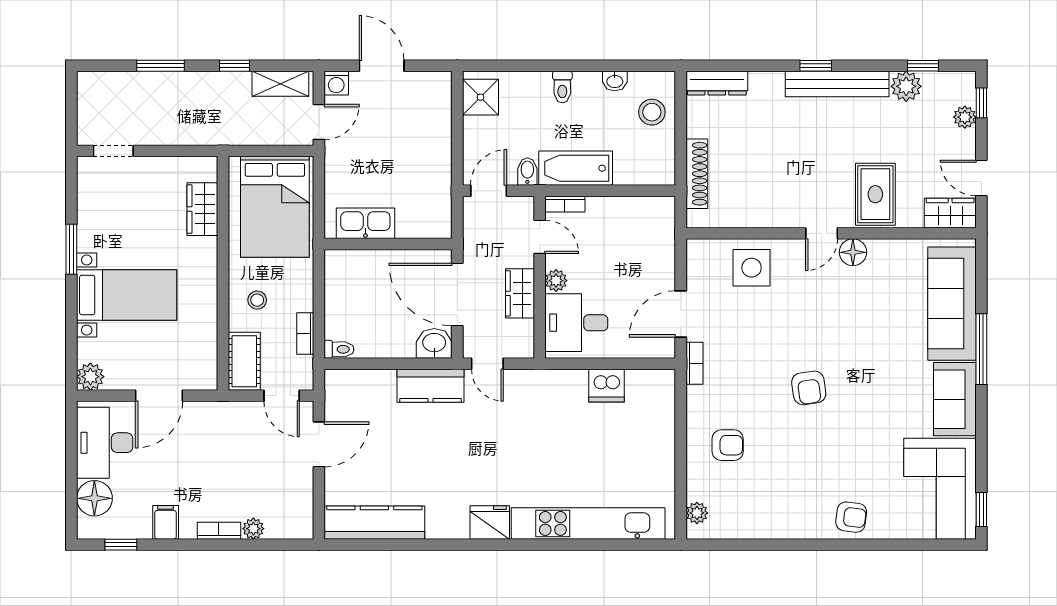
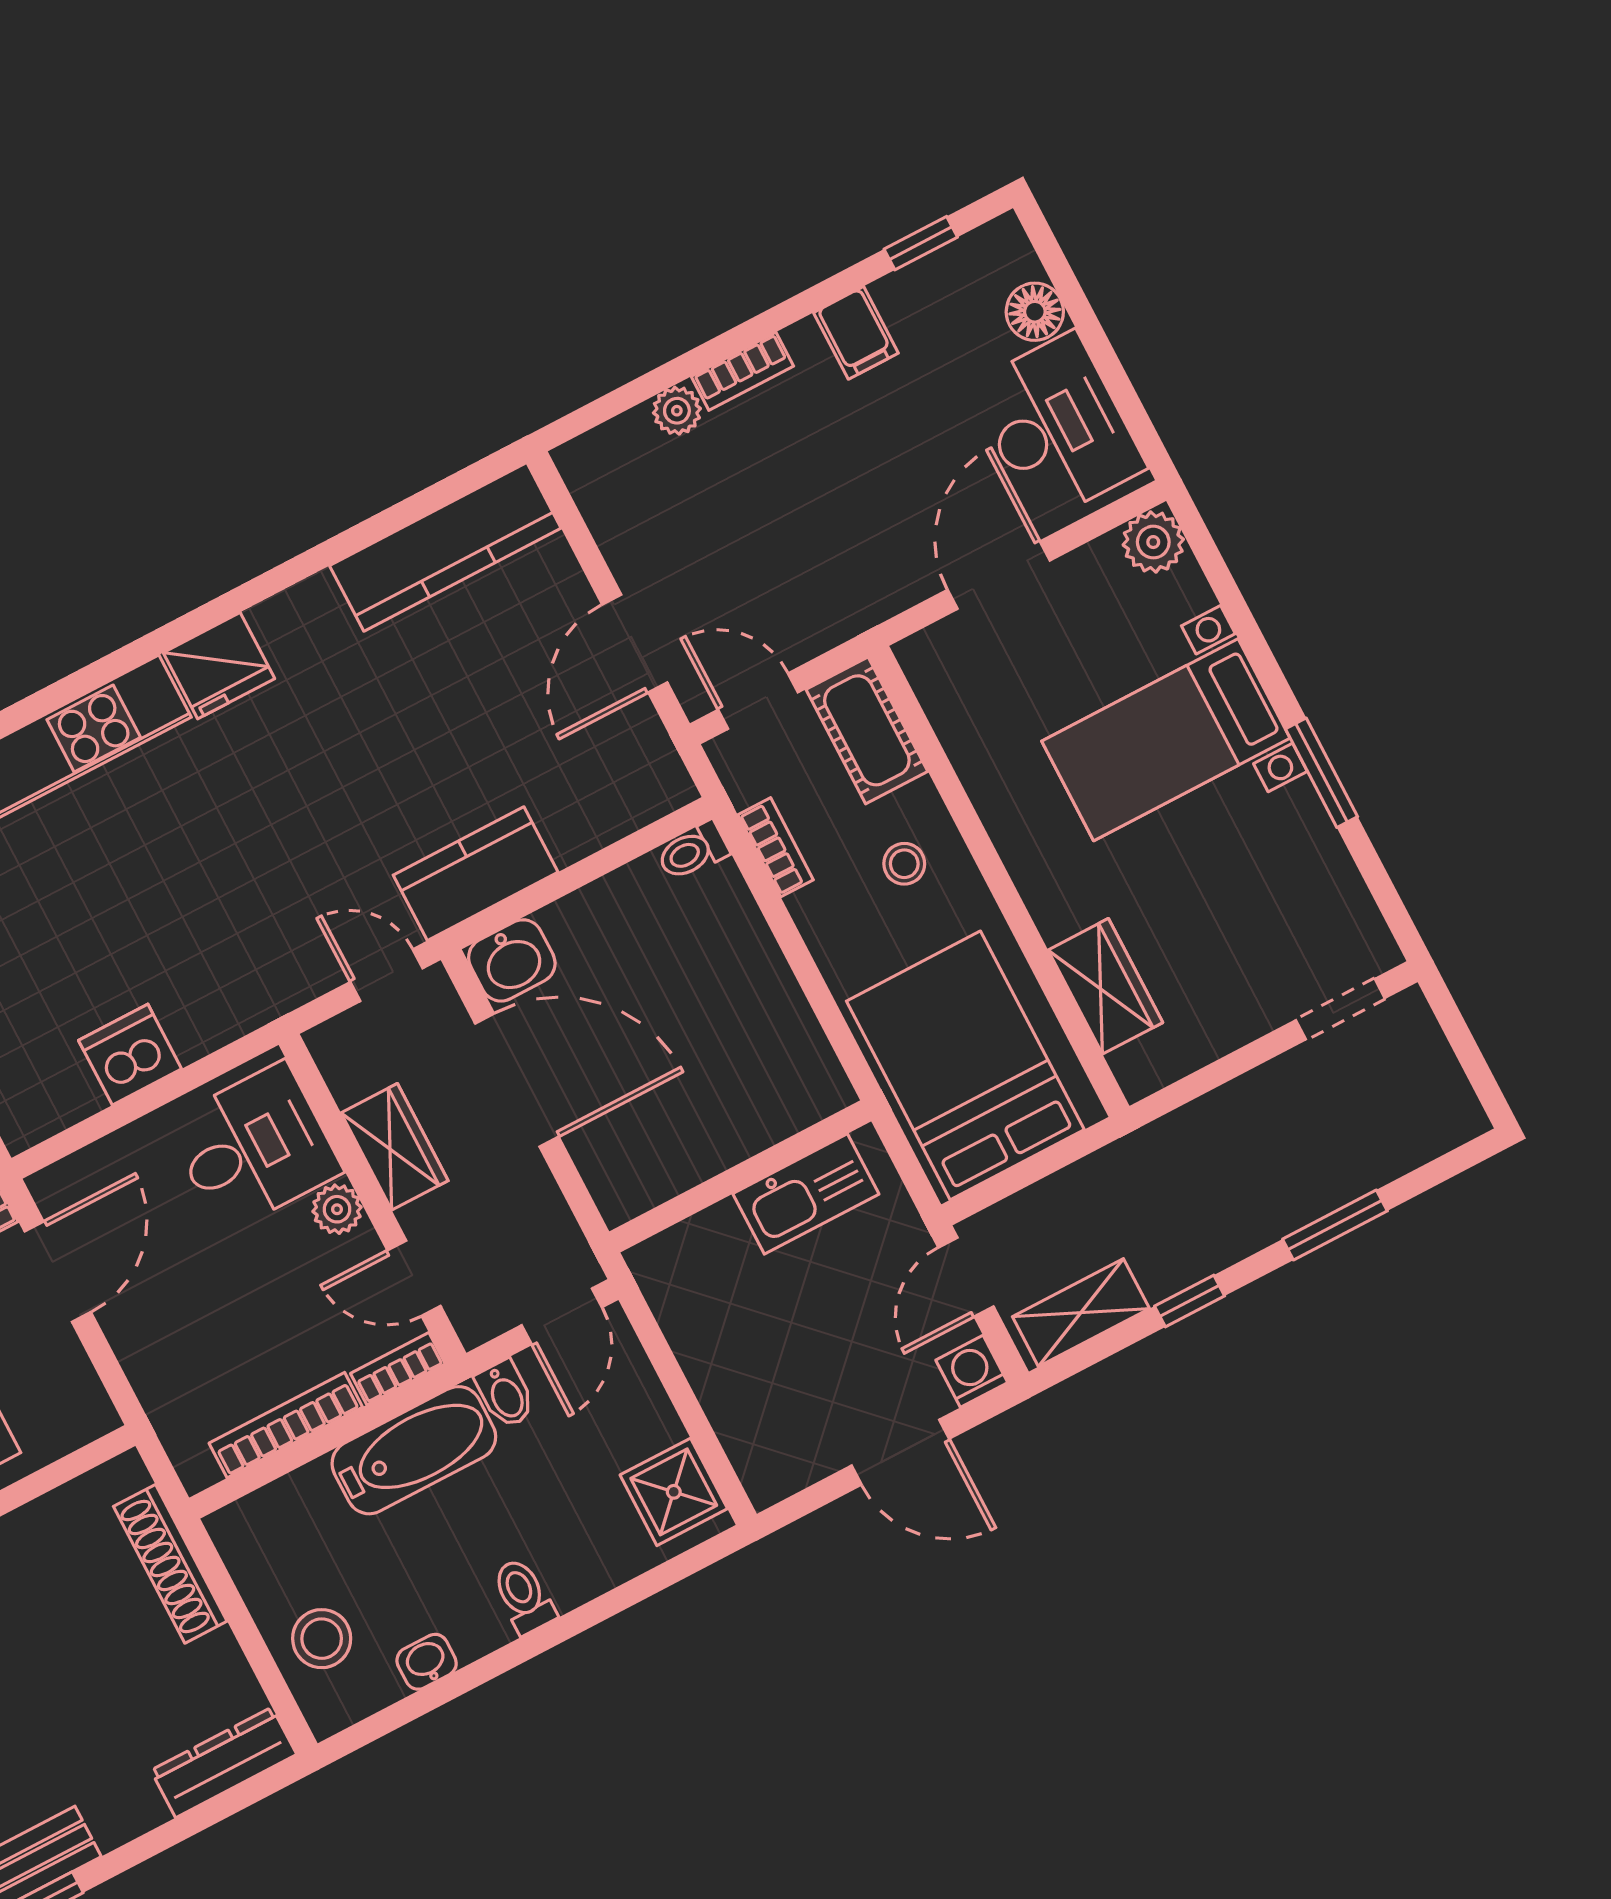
bookcase: (622, 205) -> (286, 1425), added
kitchen sink: (365, 223) -> (806, 1194), moved
wall: (388, 244) -> (740, 1176), moved
floor lamp: (94, 498) -> (1035, 312), width x0.73, depth x0.73

